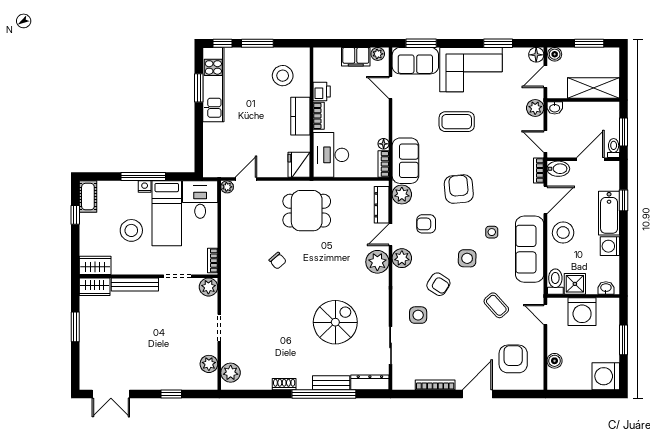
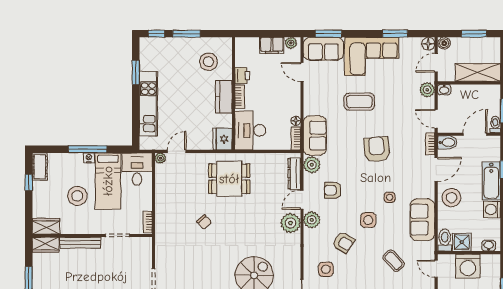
kitchen unit: (213, 85) -> (148, 104), moved
armchair: (459, 189) -> (377, 149), moved
sofa: (530, 249) -> (422, 220), width x0.73
plant: (208, 287) -> (144, 245), removed

